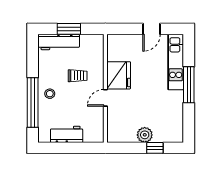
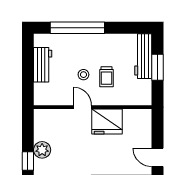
stool: (50, 94) -> (83, 75), moved

